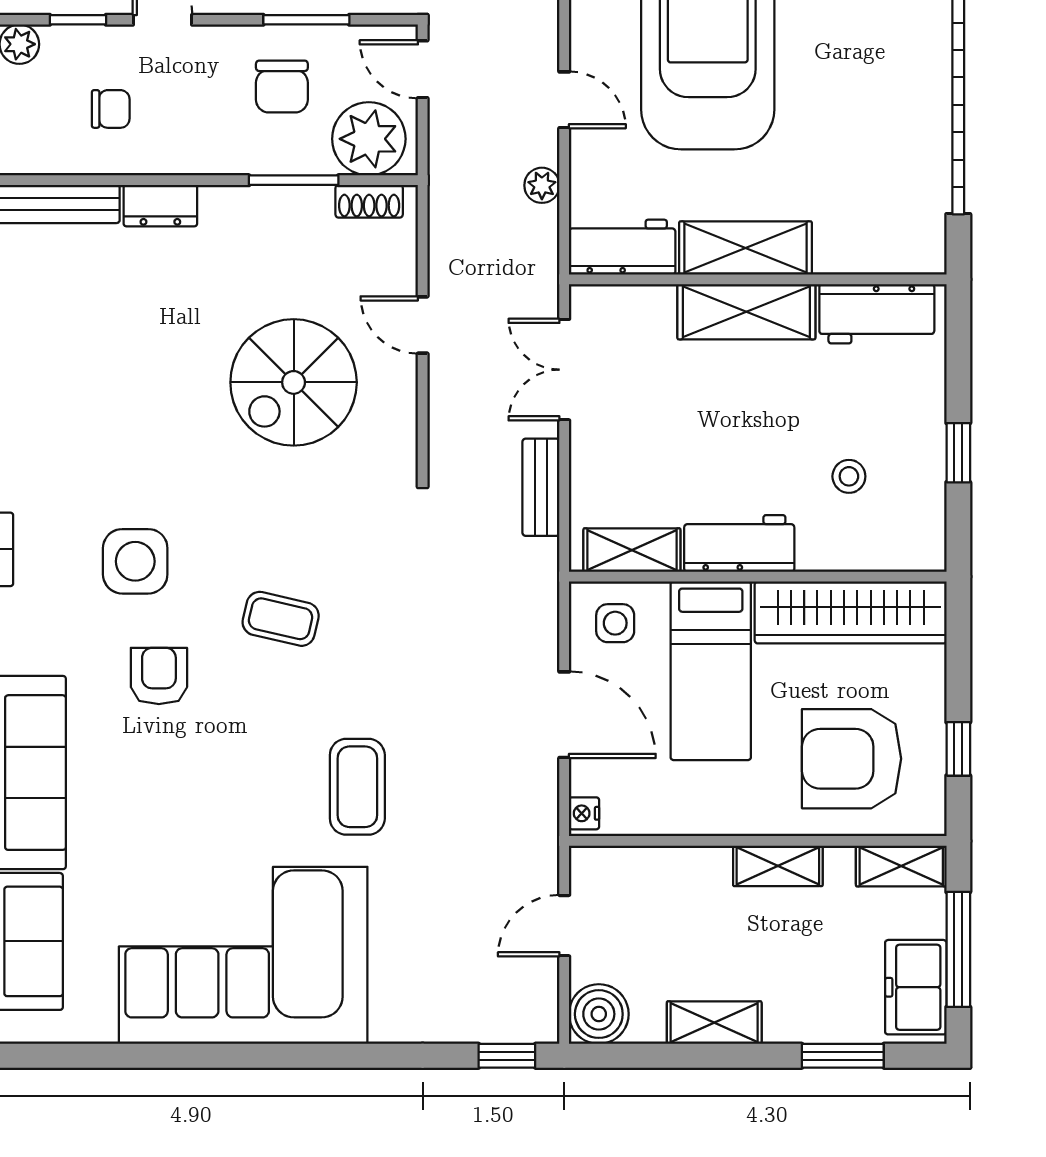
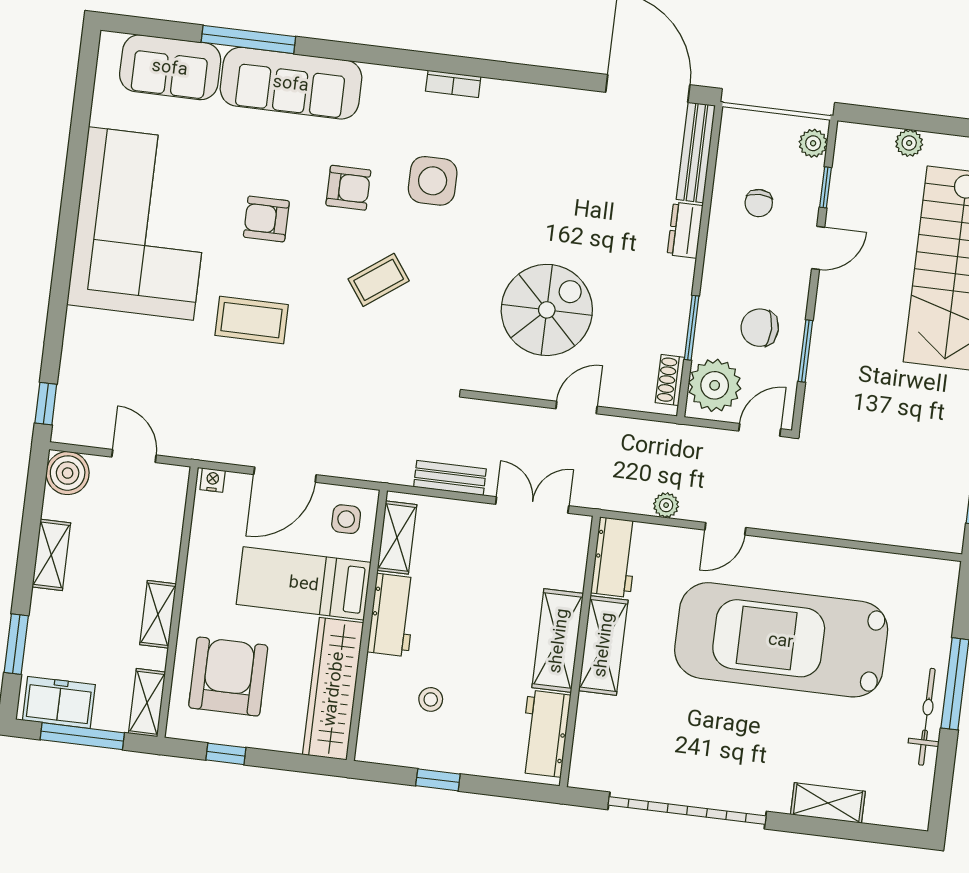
spiral stairs: (294, 382) -> (547, 310), turned 90
coffee table: (281, 619) -> (379, 280), turned 41
armchair: (216, 784) -> (266, 219), added

